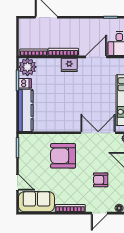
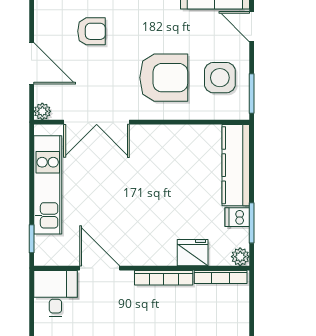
door: (96, 57) -> (100, 268), swing flipped
fridge: (69, 65) -> (193, 253), moved
plant: (27, 67) -> (240, 257), width x0.53, depth x0.53
side table: (34, 156) -> (220, 78), added

